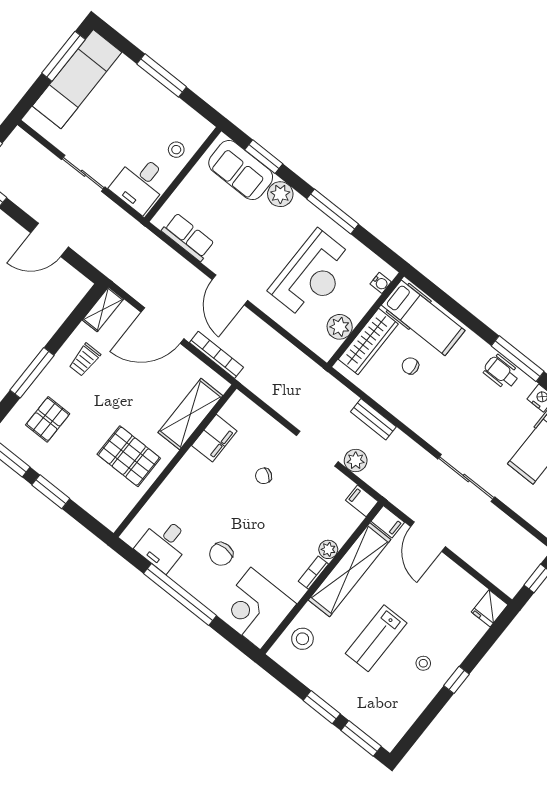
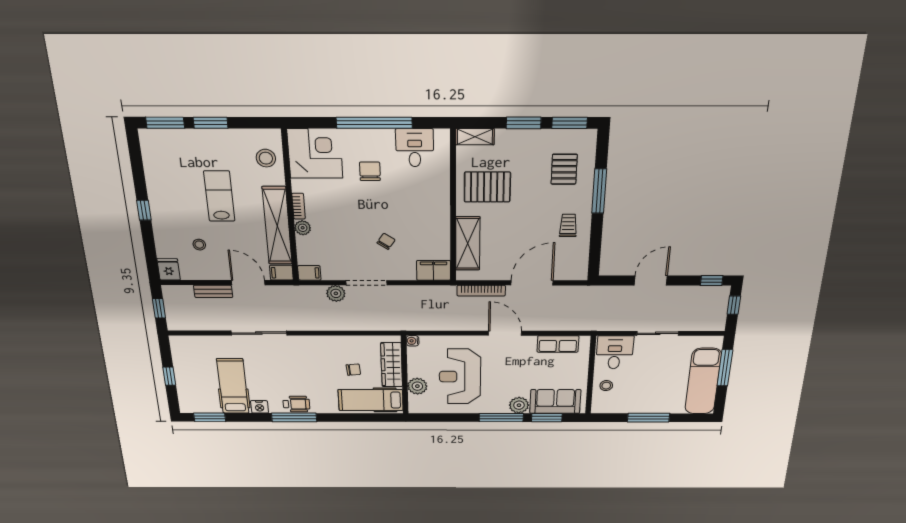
window: (64, 56) -> (725, 368), moved
window: (333, 211) -> (501, 418), moved
water cooler: (381, 283) -> (413, 341), moved
shelving: (103, 309) -> (475, 137), moved, turned 90
plant: (340, 327) -> (417, 386), moved
bench: (373, 419) -> (213, 291), moved
filing cabinet: (214, 438) -> (434, 270), moved, turned 90
stool: (423, 663) -> (199, 245), moved

